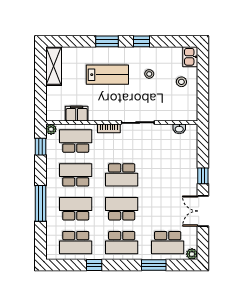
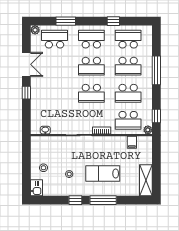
window: (107, 41) -> (103, 200), width x1.44
filing cabinet: (77, 114) -> (132, 142), width x0.50
school desk: (122, 175) -> (91, 93), turned 180

